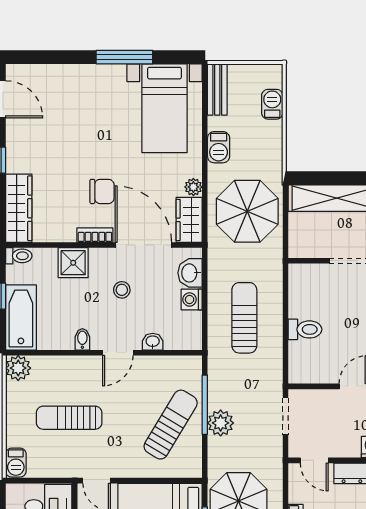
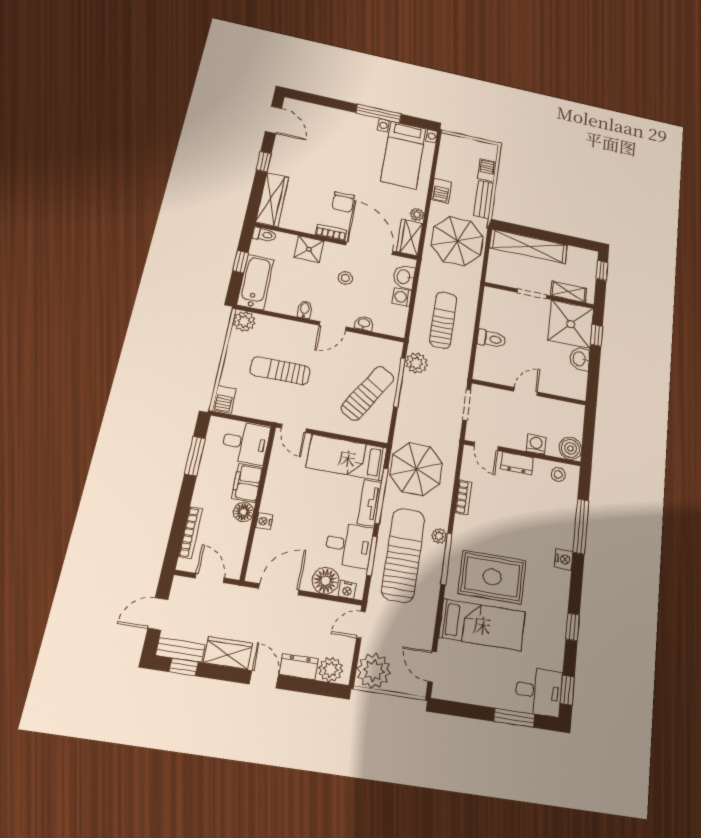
bench: (217, 89) -> (484, 199), moved
chair: (102, 191) -> (343, 202), turned 90
plant: (221, 423) -> (416, 363), moved

